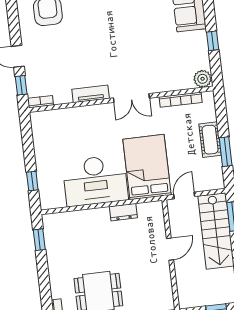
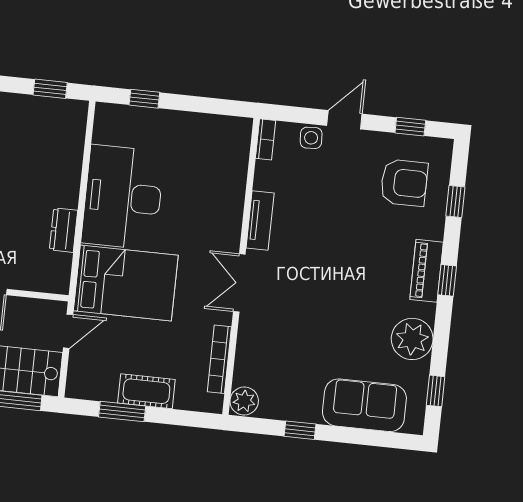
side table: (33, 74) -> (311, 138), added
window: (21, 85) -> (410, 127), moved
door: (184, 195) -> (68, 331), hinge flipped

